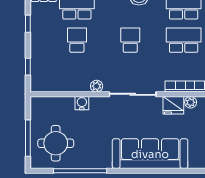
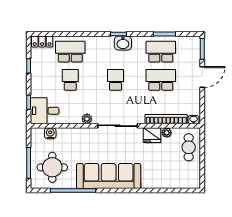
desk: (47, 77) -> (45, 111), added
water cooler: (82, 103) -> (50, 133), moved
sofa: (150, 154) -> (109, 176), moved

